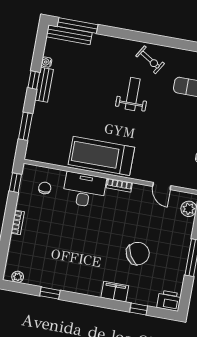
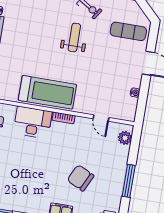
treadmill: (101, 156) -> (47, 92), turned 180
chair: (138, 254) -> (81, 178), turned -124

